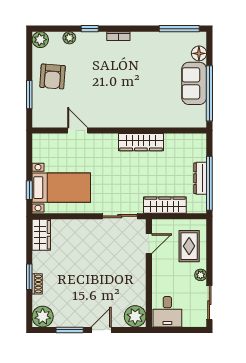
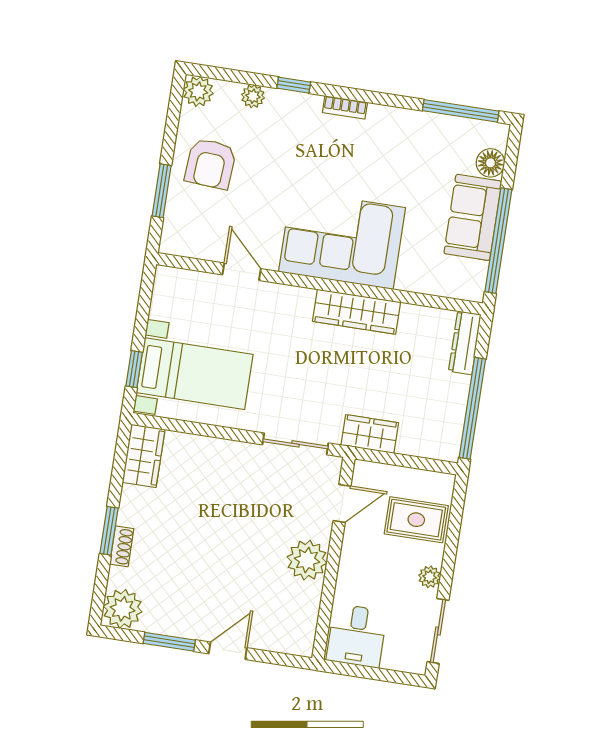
corner sofa: (128, 106) -> (342, 240), added
dresser: (200, 178) -> (465, 343), moved
wardrobe: (165, 205) -> (370, 434), width x0.67
rug: (189, 246) -> (416, 520), turned 90
plant: (135, 316) -> (307, 560), moved

